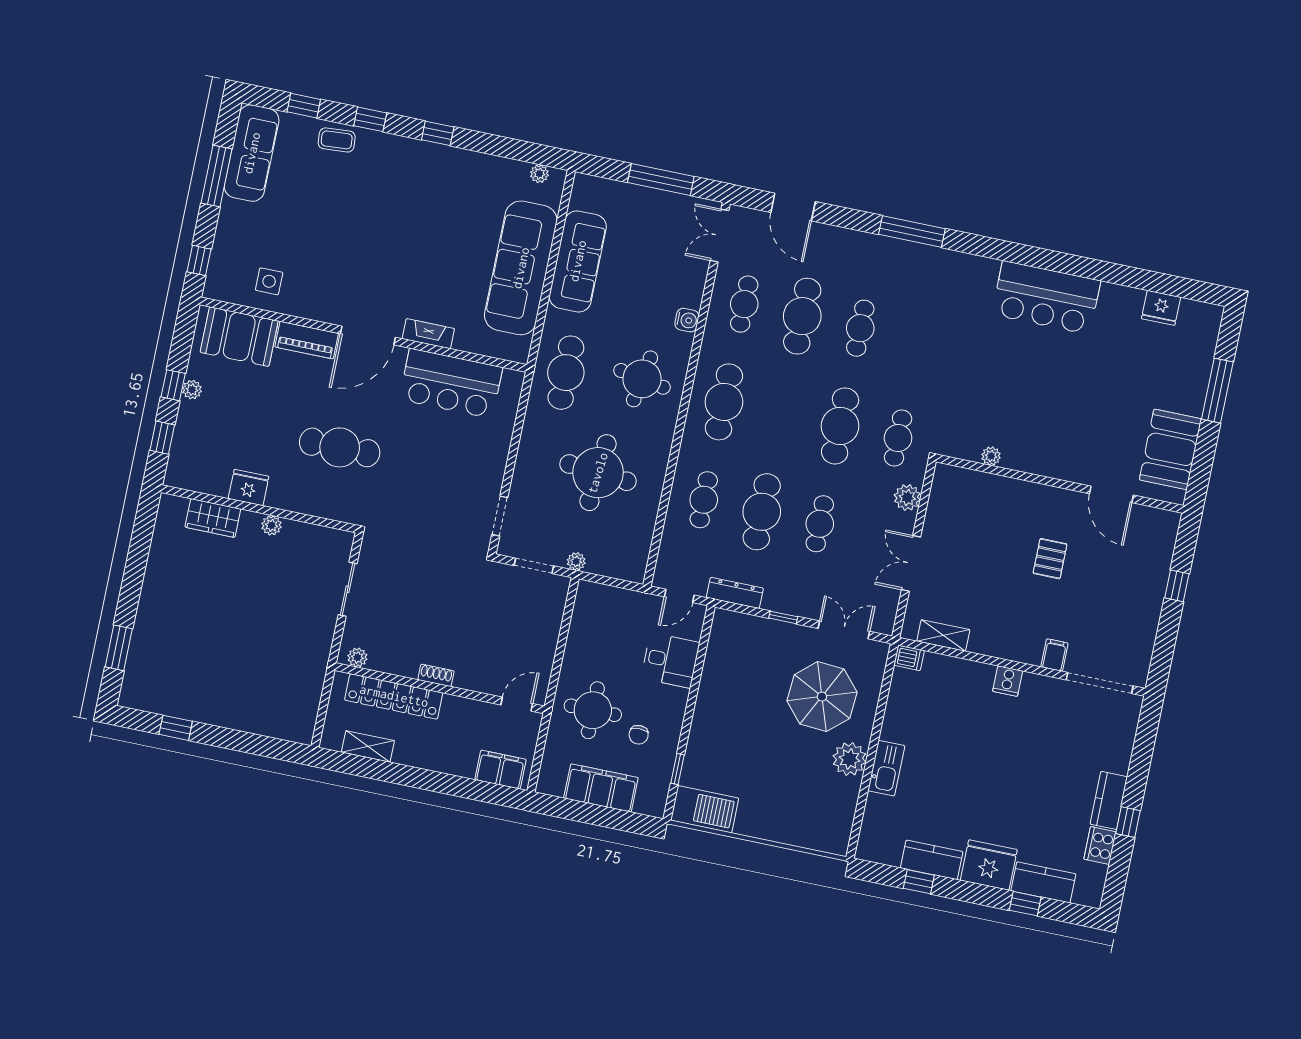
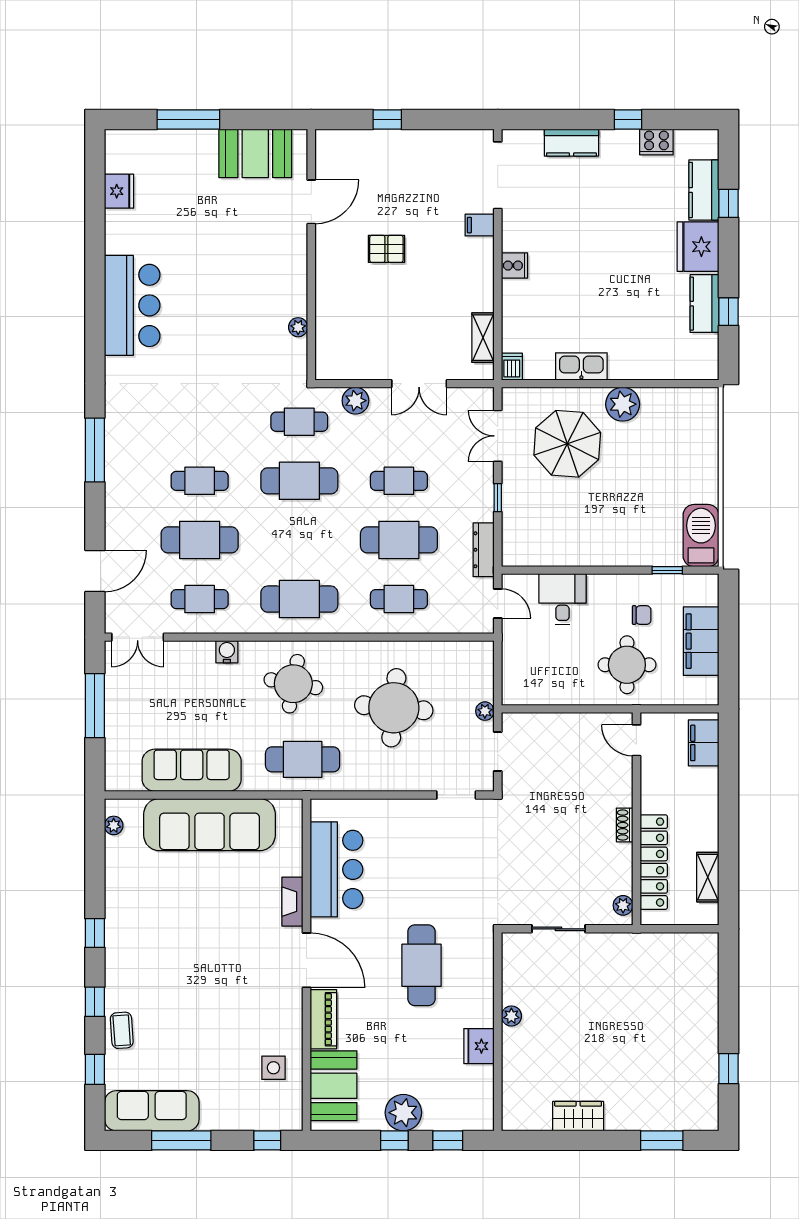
plant: (192, 390) -> (403, 1113), width x1.87, depth x1.87
wardrobe: (213, 518) -> (578, 1116), moved, turned -90
kitchen sink: (886, 768) -> (581, 366), moved
kitchen counter: (1109, 800) -> (571, 143), moved

